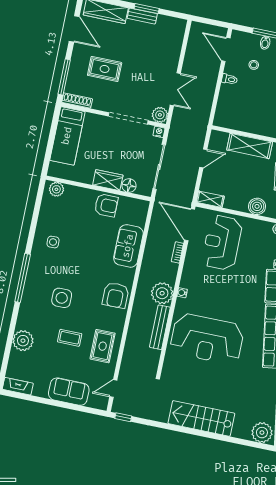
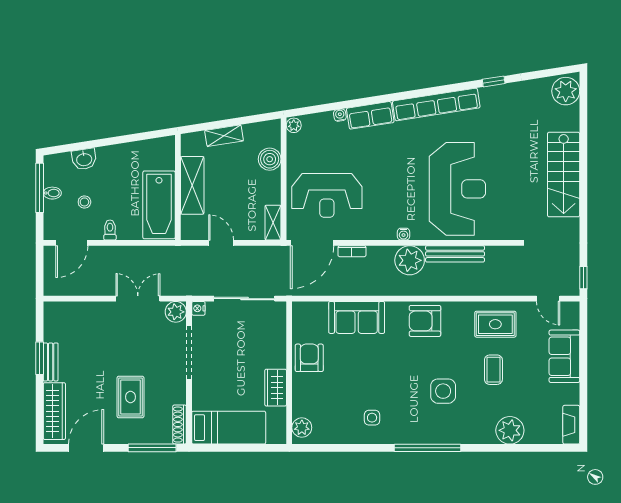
bathtub: (240, 119) -> (159, 205), added
wardrobe: (108, 180) -> (276, 388), moved
floor lamp: (129, 186) -> (277, 333), removed
armchair: (116, 295) -> (425, 321), turned 180

